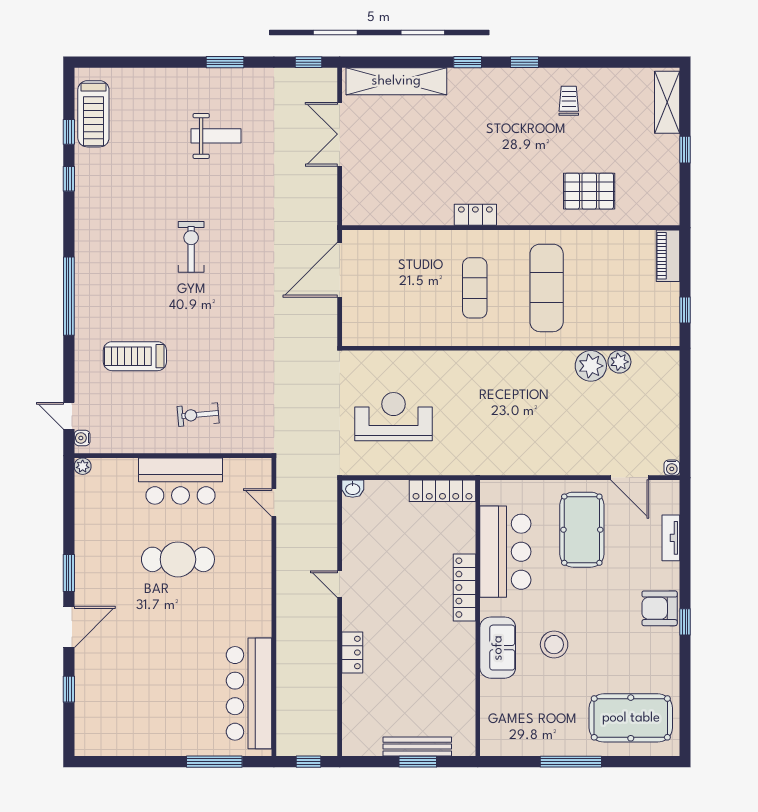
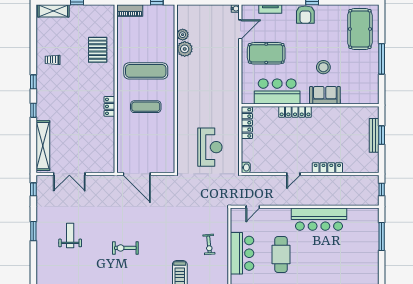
reception desk: (394, 417) -> (210, 147), turned 180
locker: (352, 652) -> (327, 168), width x1.53
bar counter: (249, 693) -> (319, 219), moved

